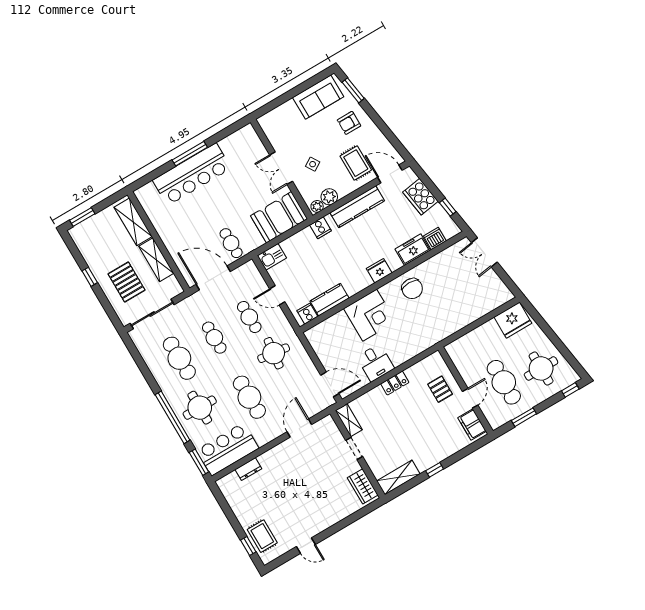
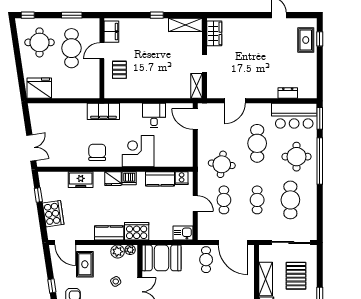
window: (377, 120) -> (52, 286), added
kitchen counter: (357, 207) -> (109, 233), width x0.67
cooker: (320, 228) -> (137, 231), width x1.87, depth x1.31
dishwasher: (435, 239) -> (129, 178), moved
filing cabinet: (431, 335) -> (103, 111), added
locker: (395, 383) -> (149, 93), removed

